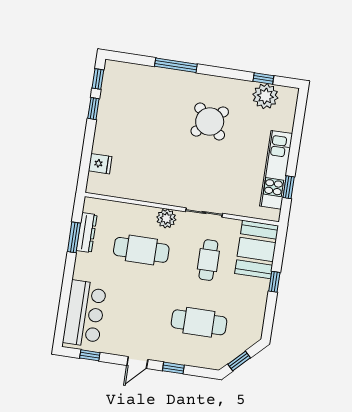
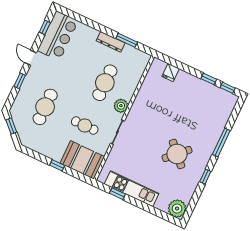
window: (263, 78) -> (205, 177), moved
plant: (265, 96) -> (177, 209), moved
dresser: (87, 233) -> (111, 42), moved
bar counter: (85, 314) -> (58, 36), moved, turned -90

